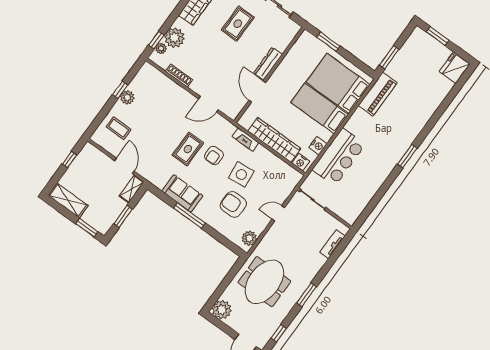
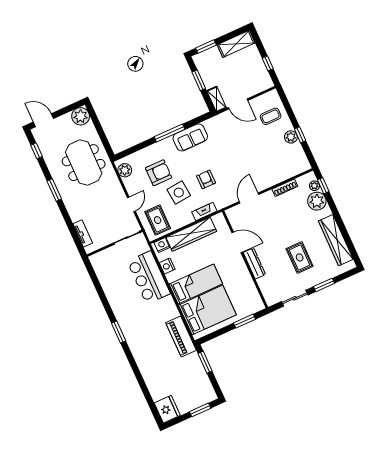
rug: (188, 149) -> (158, 220), moved

